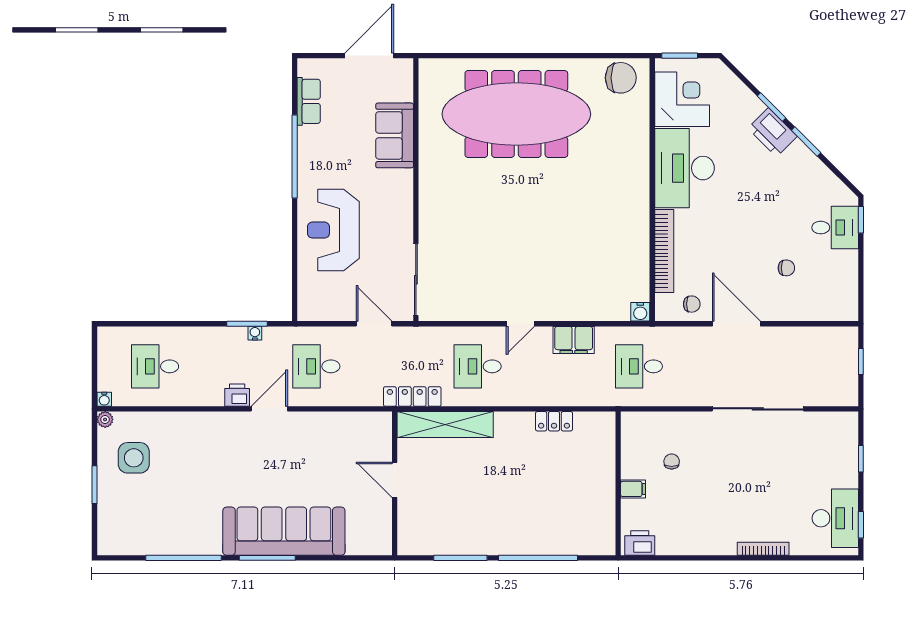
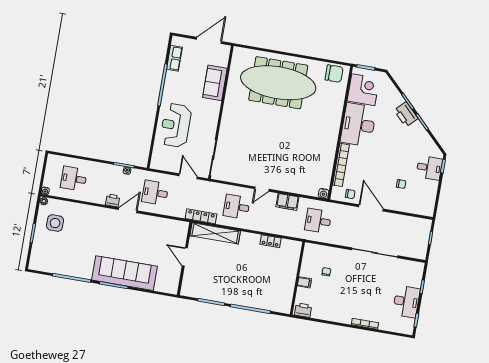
desk: (835, 518) -> (406, 302), moved

